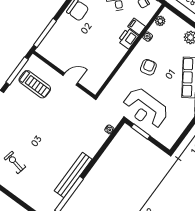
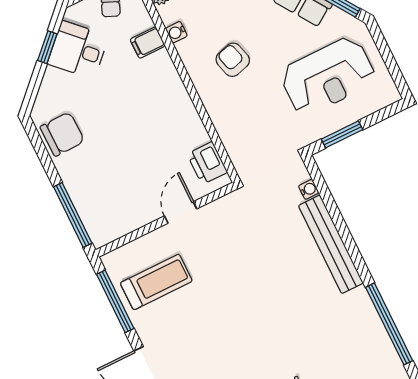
printer: (128, 38) -> (207, 163), moved
reception desk: (145, 109) -> (328, 76), moved
bench: (73, 175) -> (331, 244), moved

